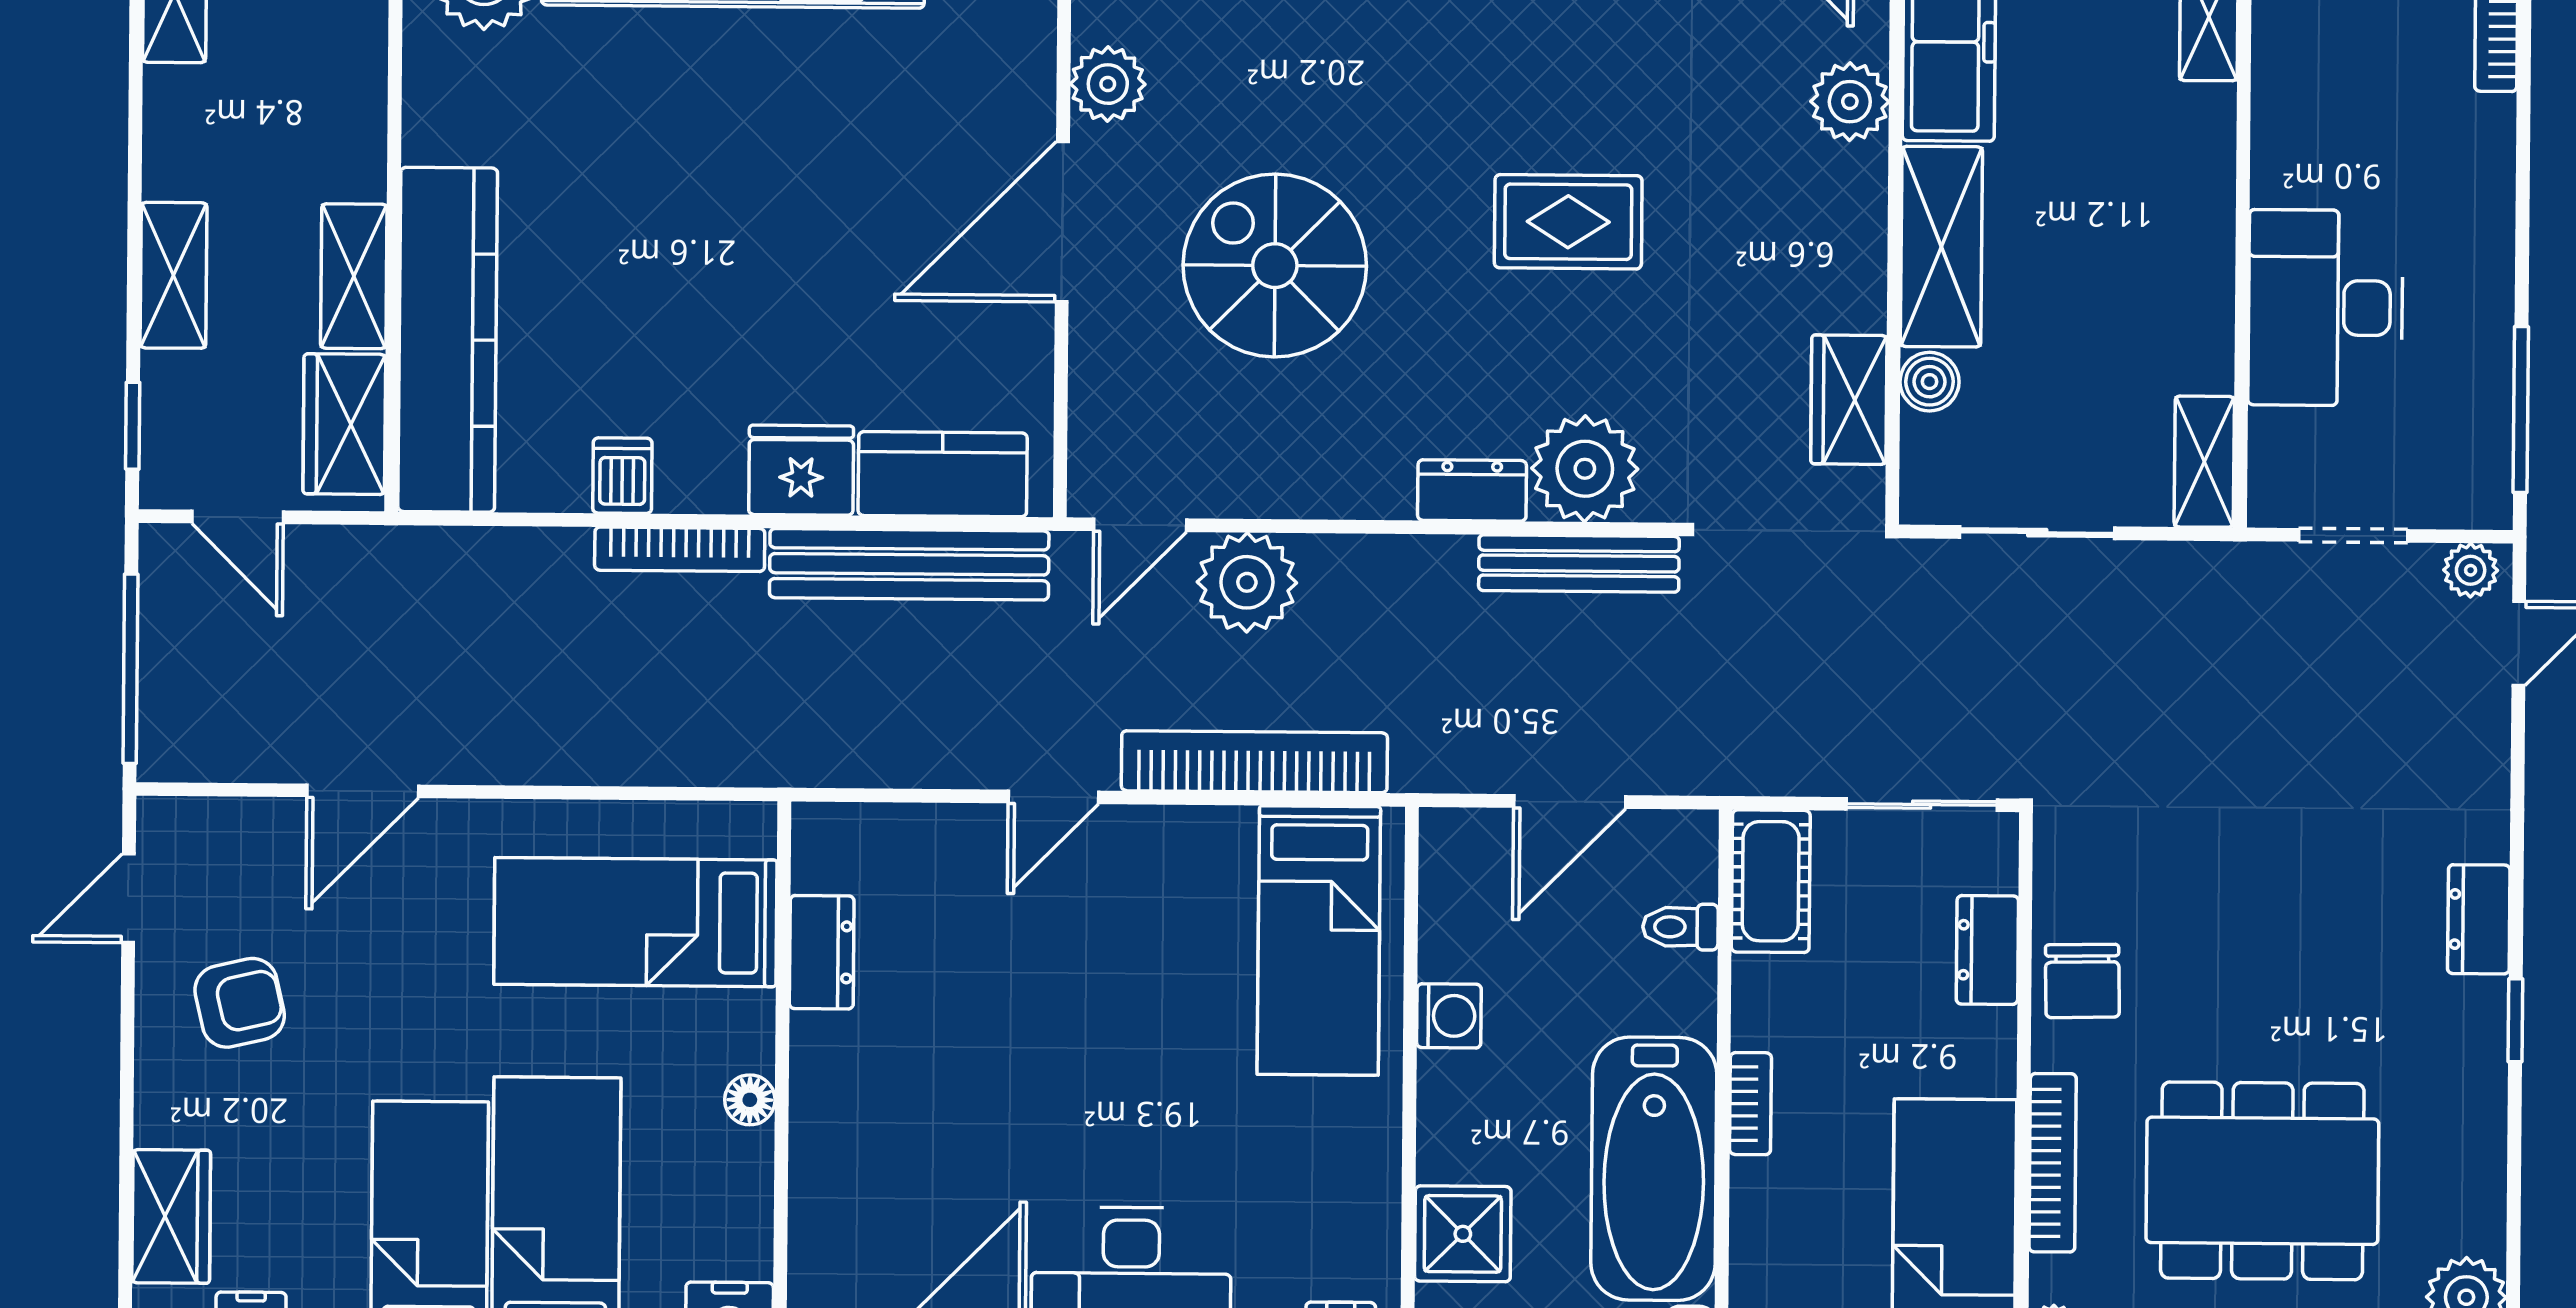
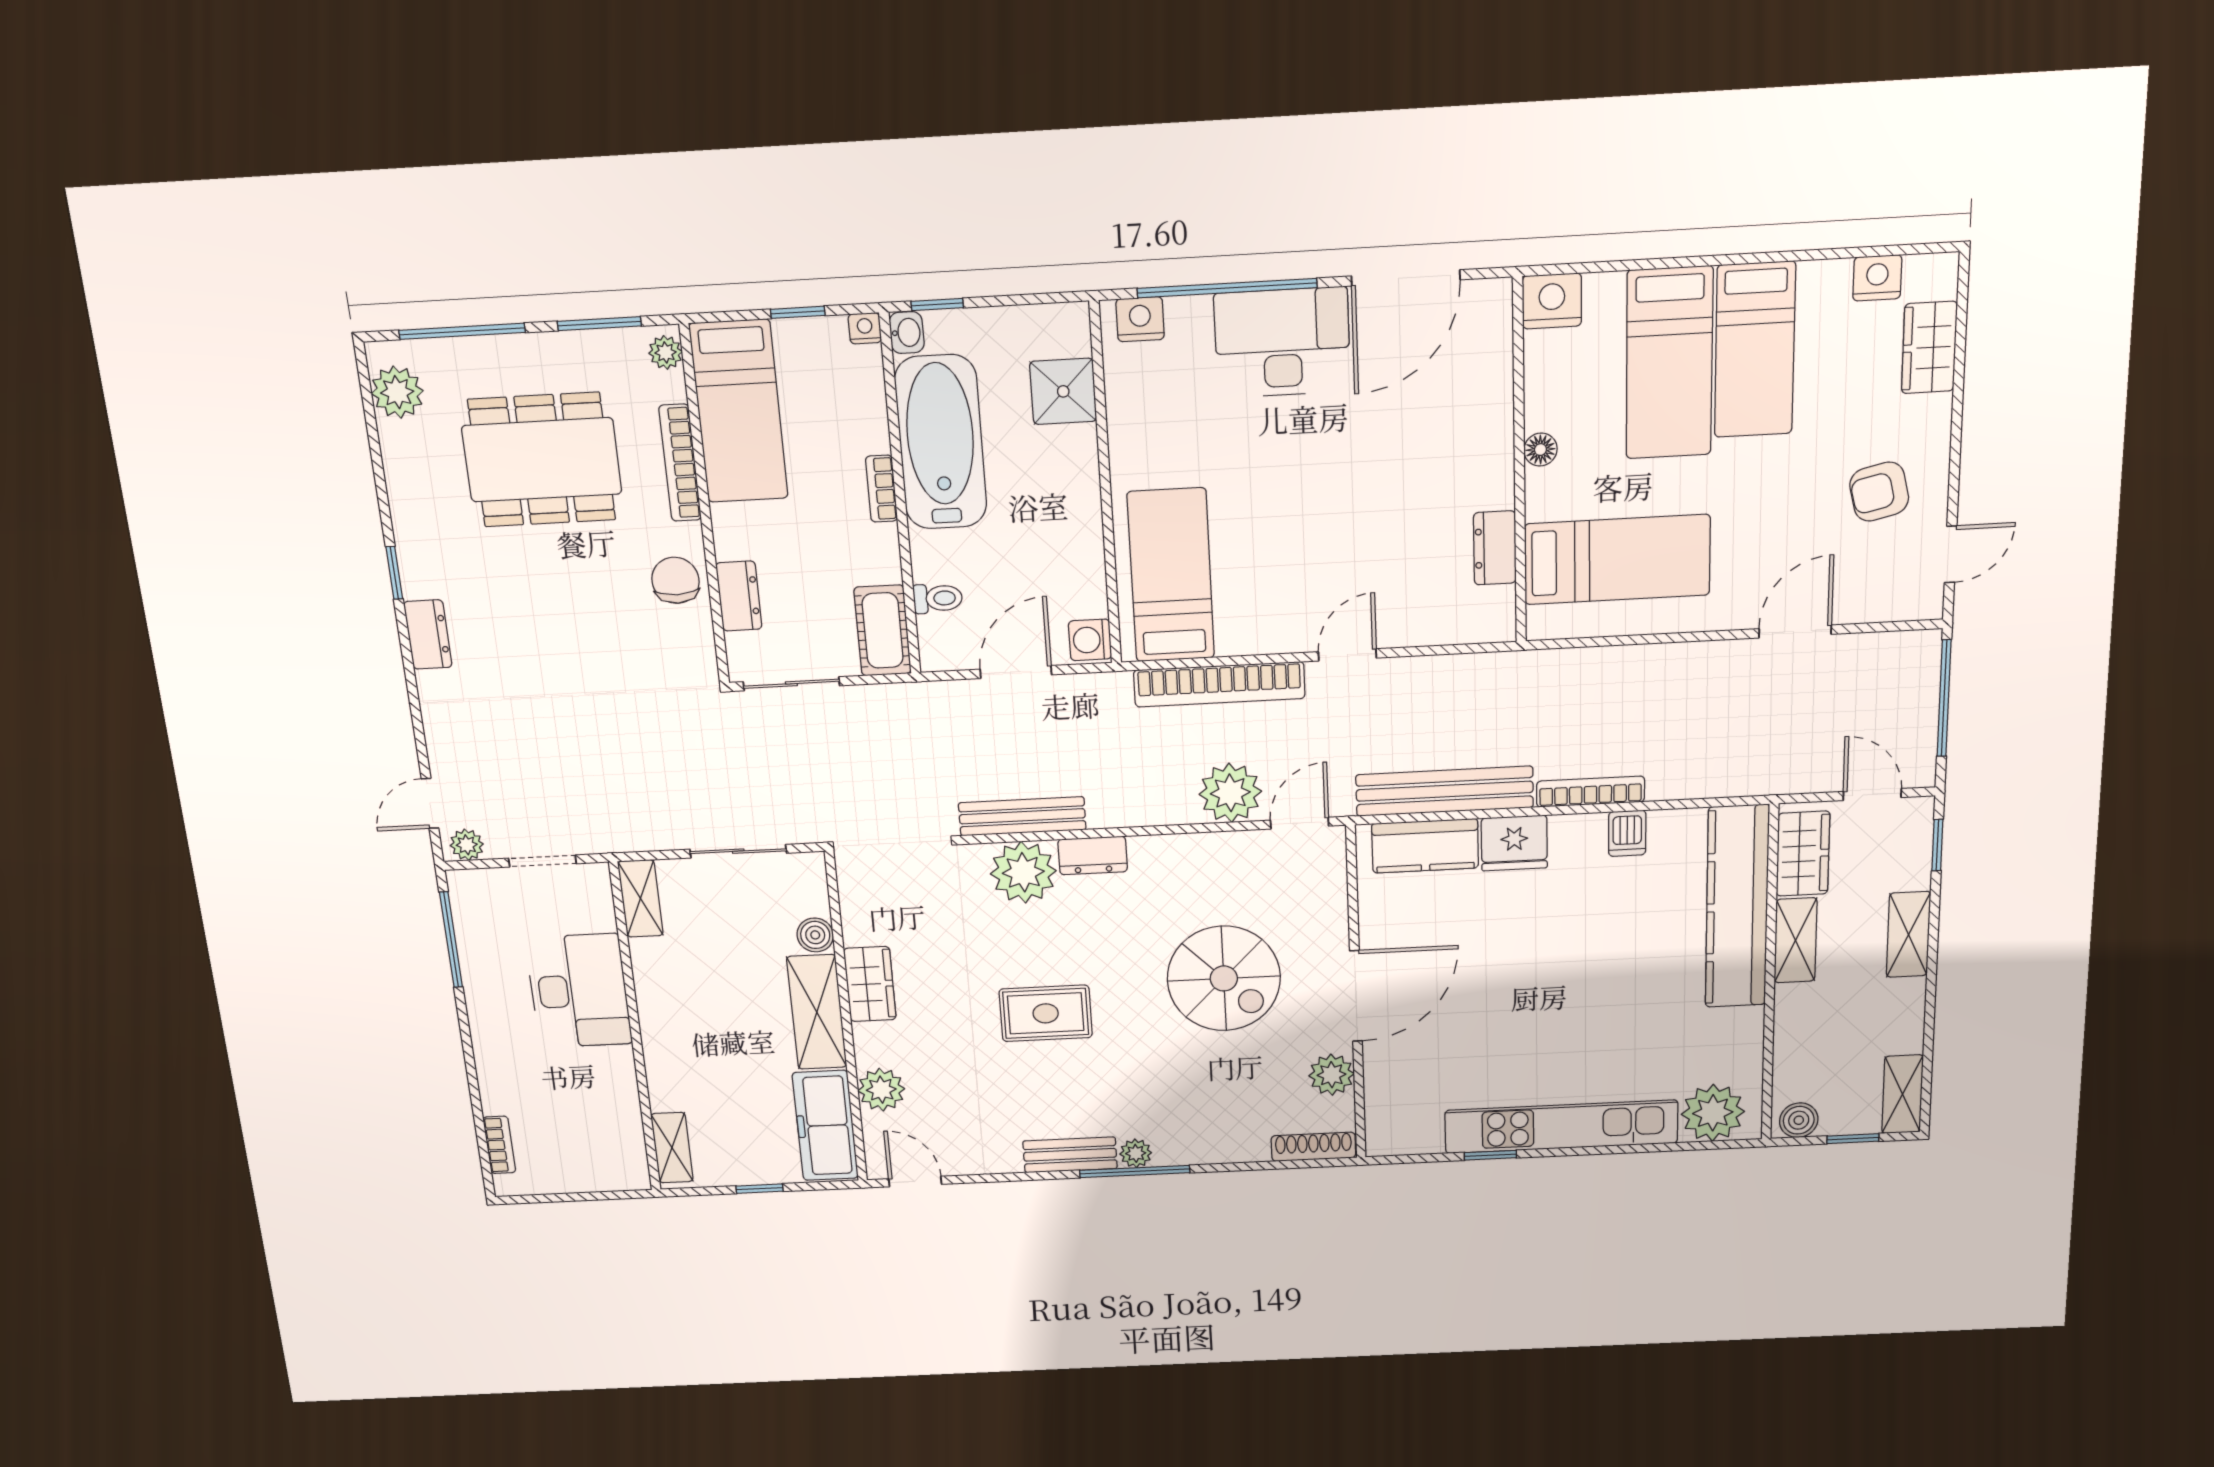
wardrobe: (1849, 400) -> (870, 984), moved
washing machine: (1449, 1016) -> (1090, 640), moved

